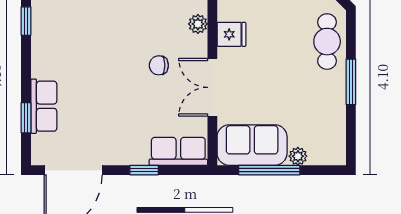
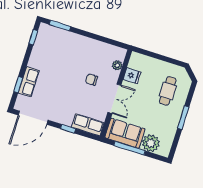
cafe table: (327, 42) -> (168, 91), moved
double door: (212, 87) -> (114, 99), swing flipped
plant: (298, 156) -> (151, 143), width x1.87, depth x1.87

